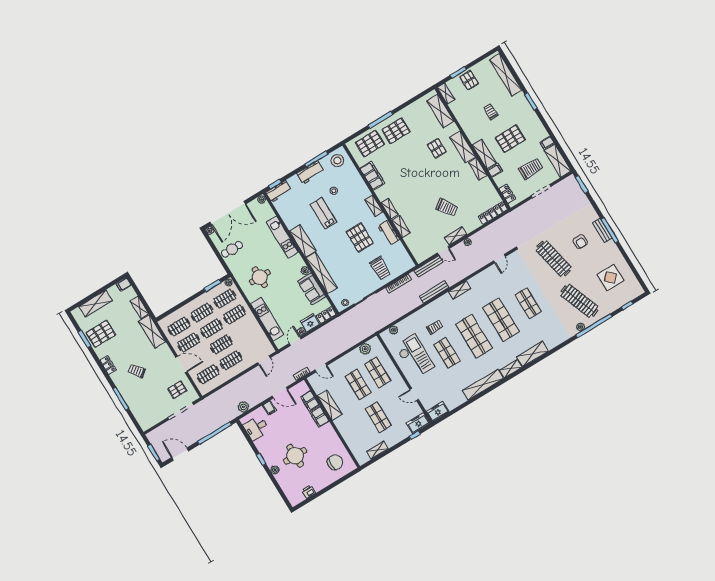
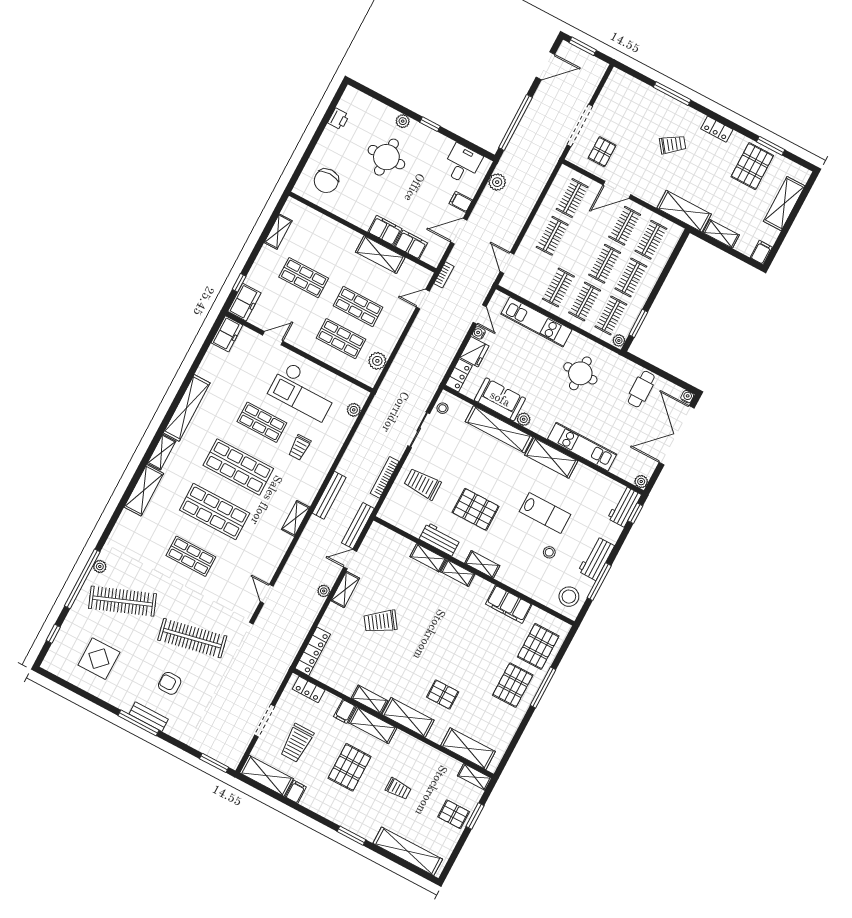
clothes rail: (221, 344) -> (558, 288), moved

